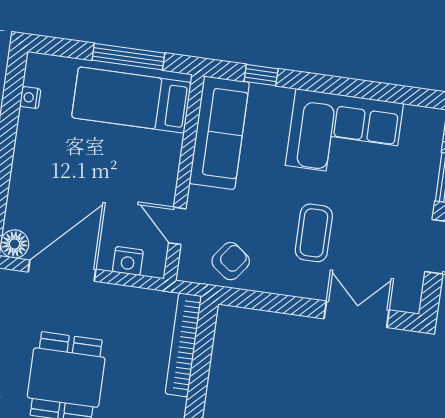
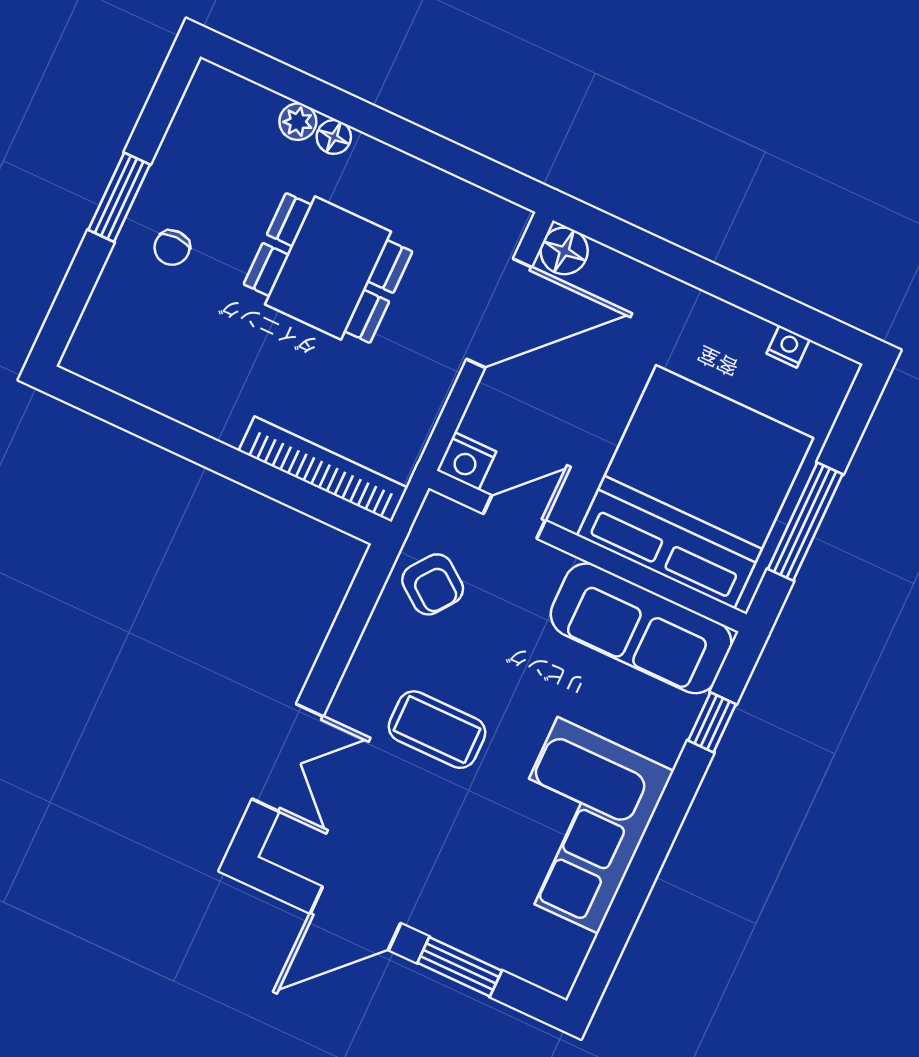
bed: (131, 100) -> (695, 487), width x2.04
nightstand: (128, 261) -> (466, 461), moved, turned -90
door: (62, 271) -> (499, 313), hinge flipped

